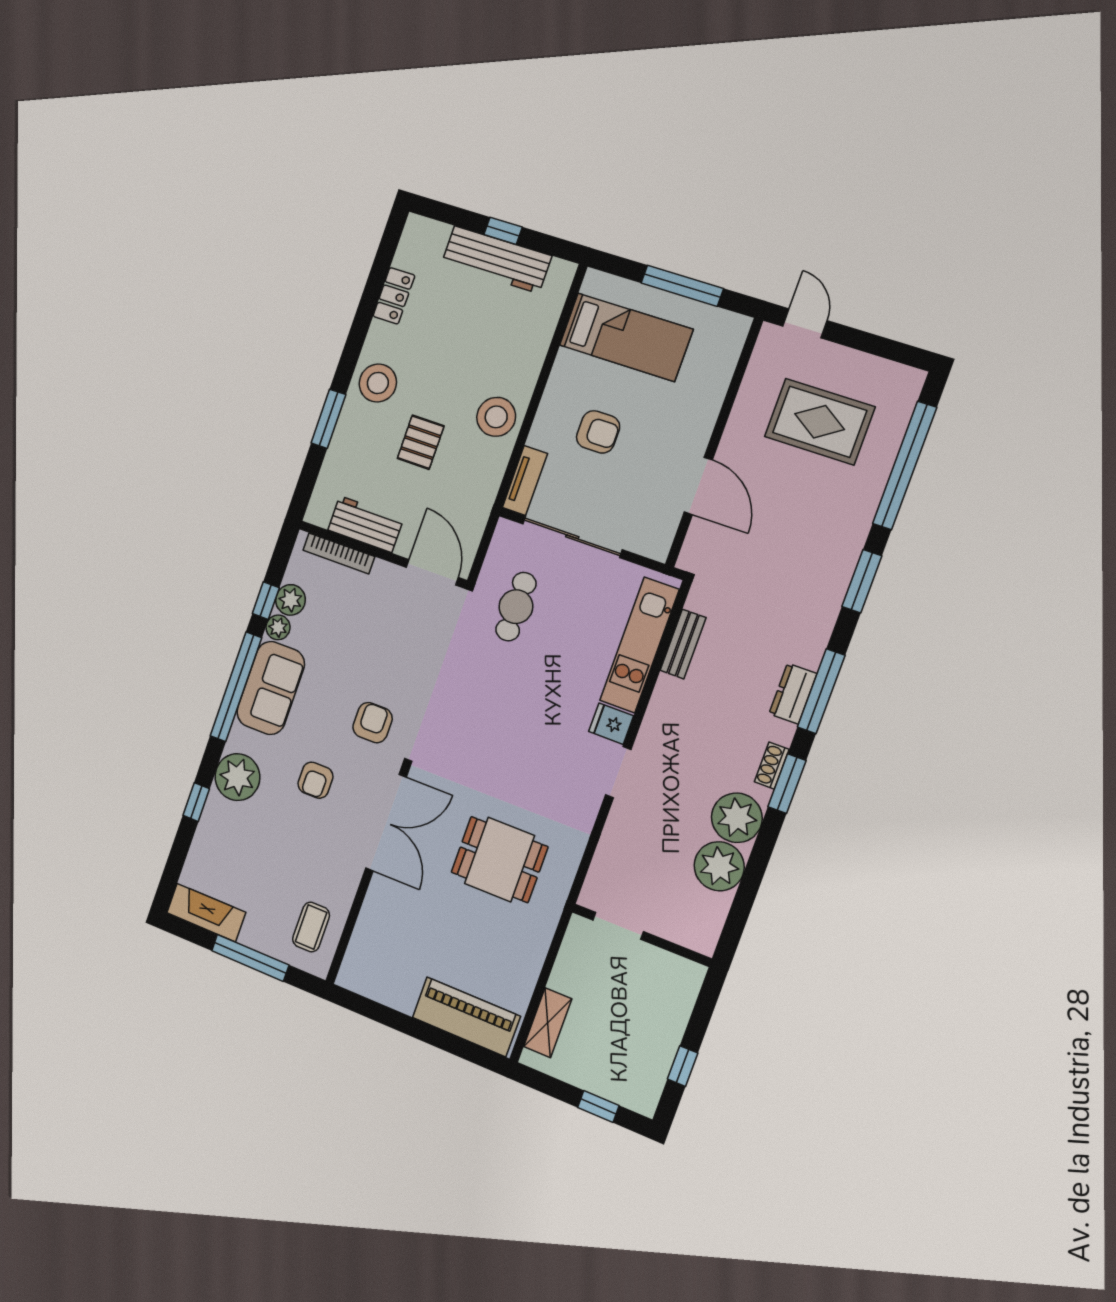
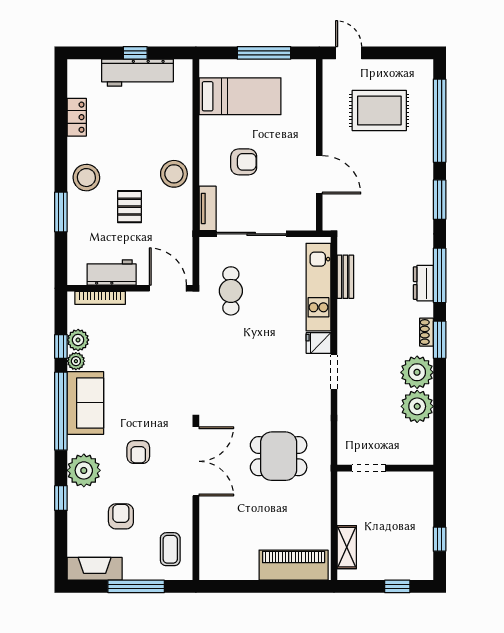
armchair: (373, 723) -> (121, 516), moved

